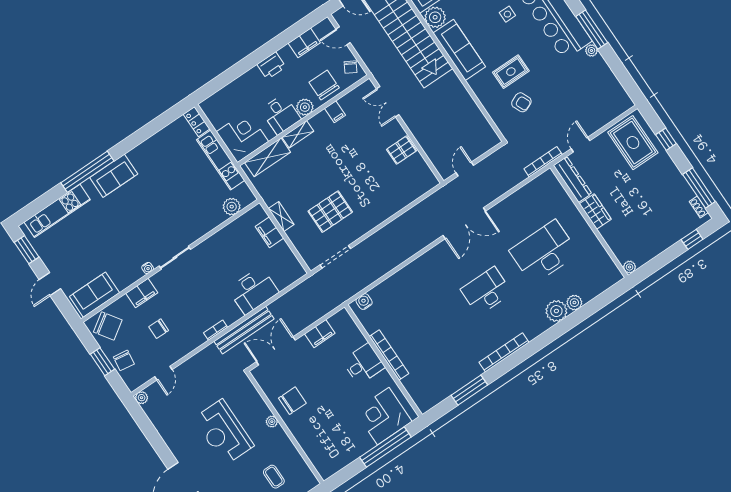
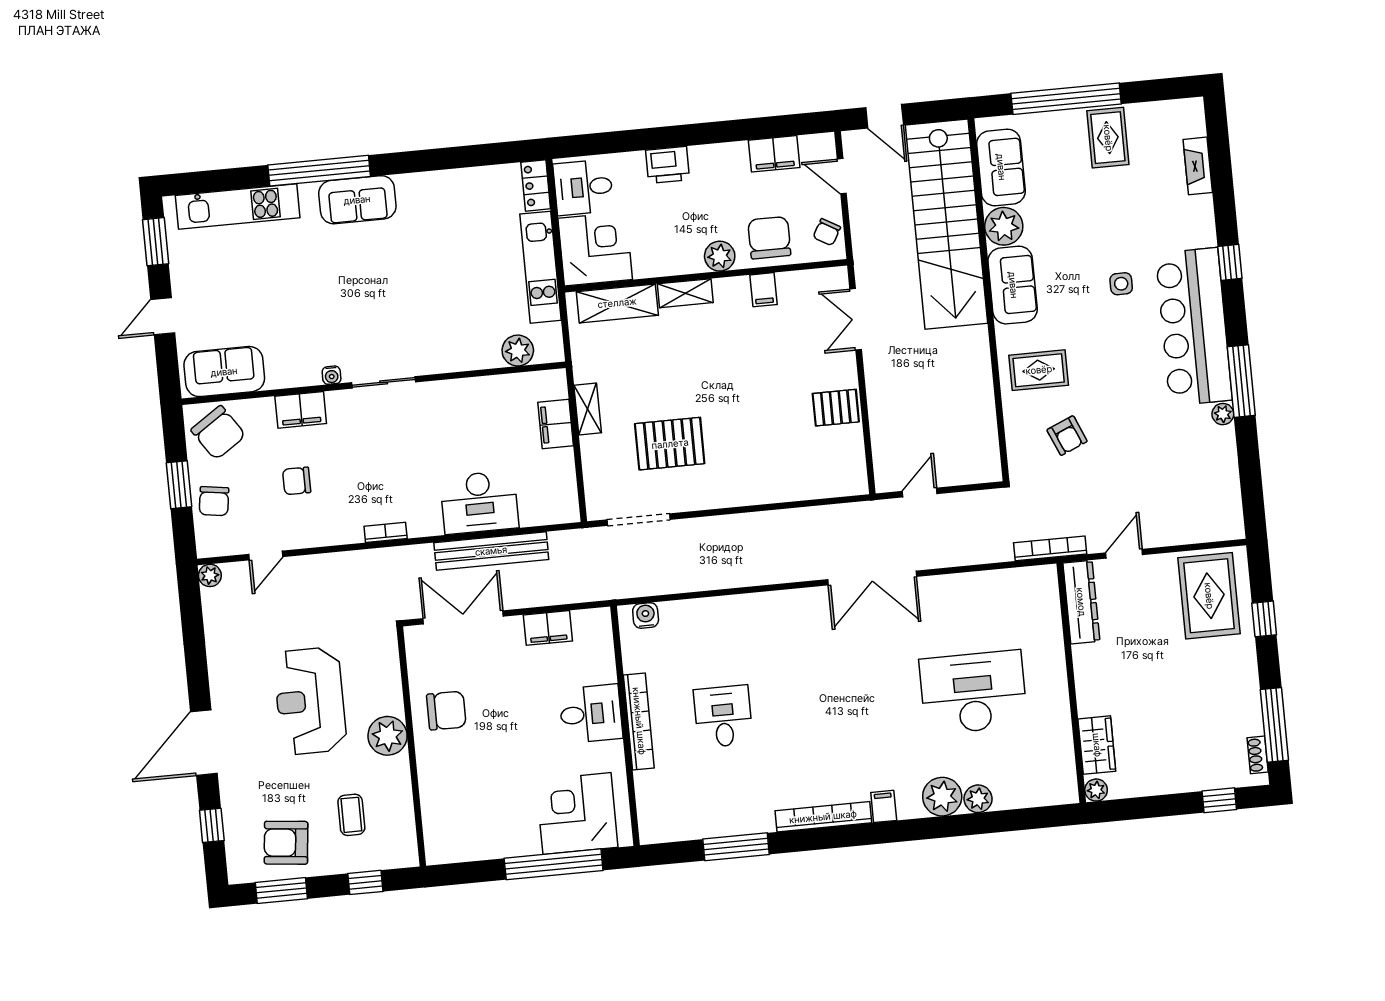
sofa: (459, 50) -> (1013, 285), width x0.73
printer: (271, 66) -> (668, 165), moved
rug: (511, 72) -> (1039, 370), moved
desk: (281, 115) -> (583, 187), moved, turned 90
wardrobe: (595, 212) -> (1097, 745), moved
desk: (486, 291) -> (723, 716), moved, width x0.73
bench: (244, 330) -> (491, 551), moved
filing cabinet: (531, 331) -> (884, 806), added
plant: (272, 422) -> (388, 736), width x1.87, depth x1.87

